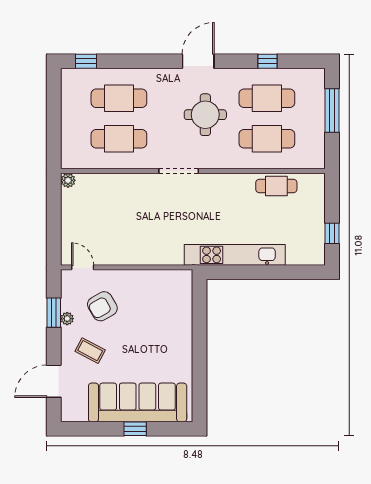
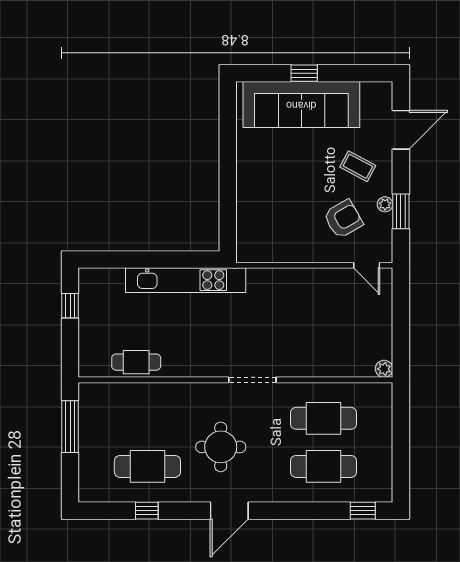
window: (332, 110) -> (70, 427), moved
cafe table: (267, 139) -> (147, 418), removed

